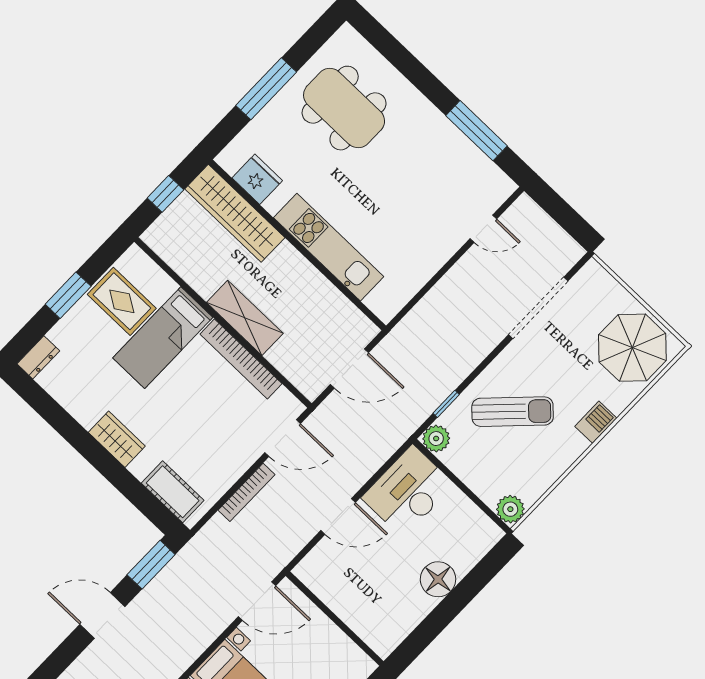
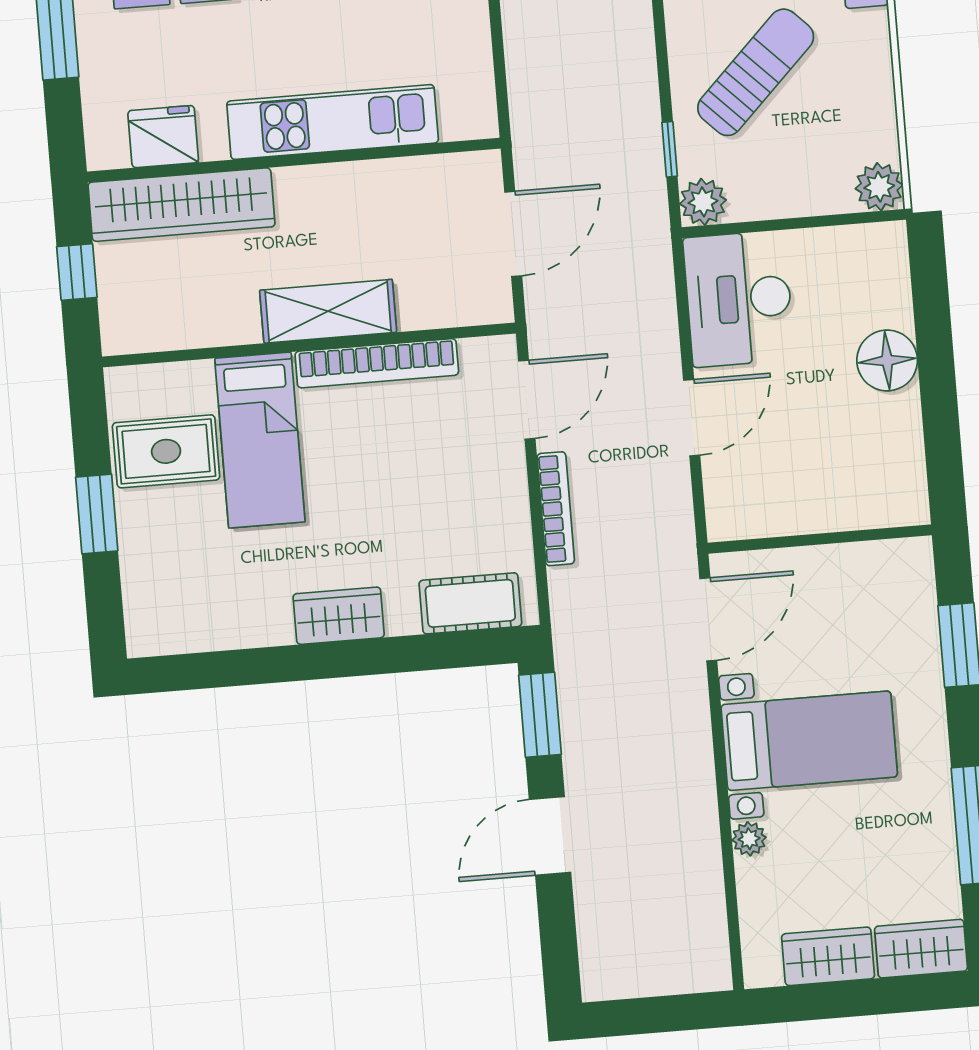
dresser: (38, 357) -> (143, 623), removed

